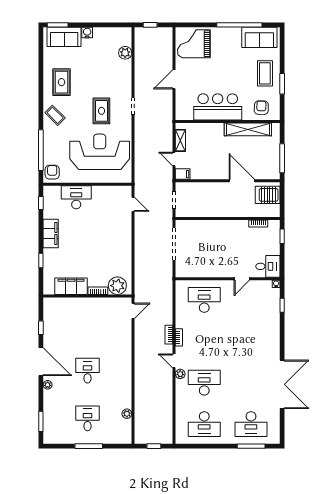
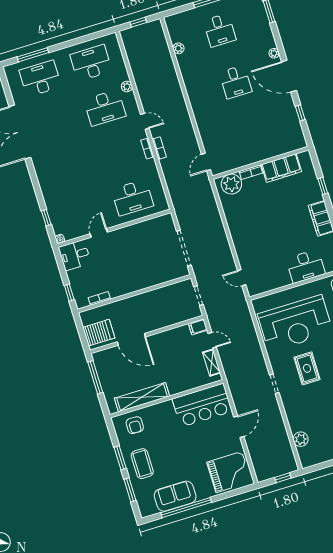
sofa: (259, 37) -> (175, 496), moved
window: (282, 54) -> (130, 490), added
bar counter: (218, 107) -> (202, 405), moved
plant: (180, 374) -> (127, 87), moved

